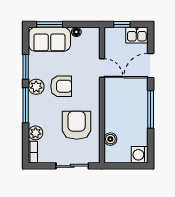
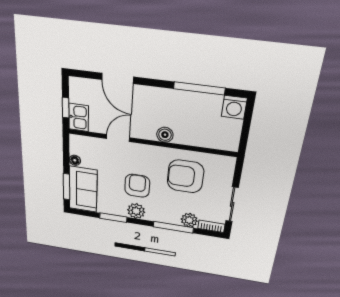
kitchen sink: (137, 35) -> (79, 117), moved
window: (26, 105) -> (173, 227), moved
window: (151, 109) -> (199, 88), moved
boiler: (110, 139) -> (165, 135), moved
sliding door: (72, 166) -> (232, 204), moved

